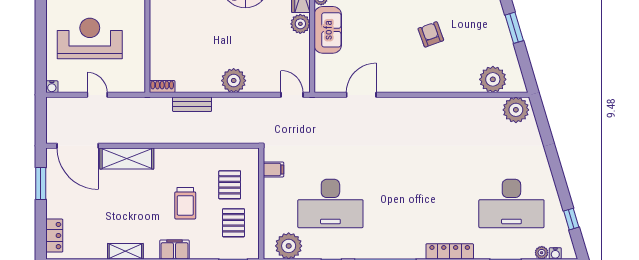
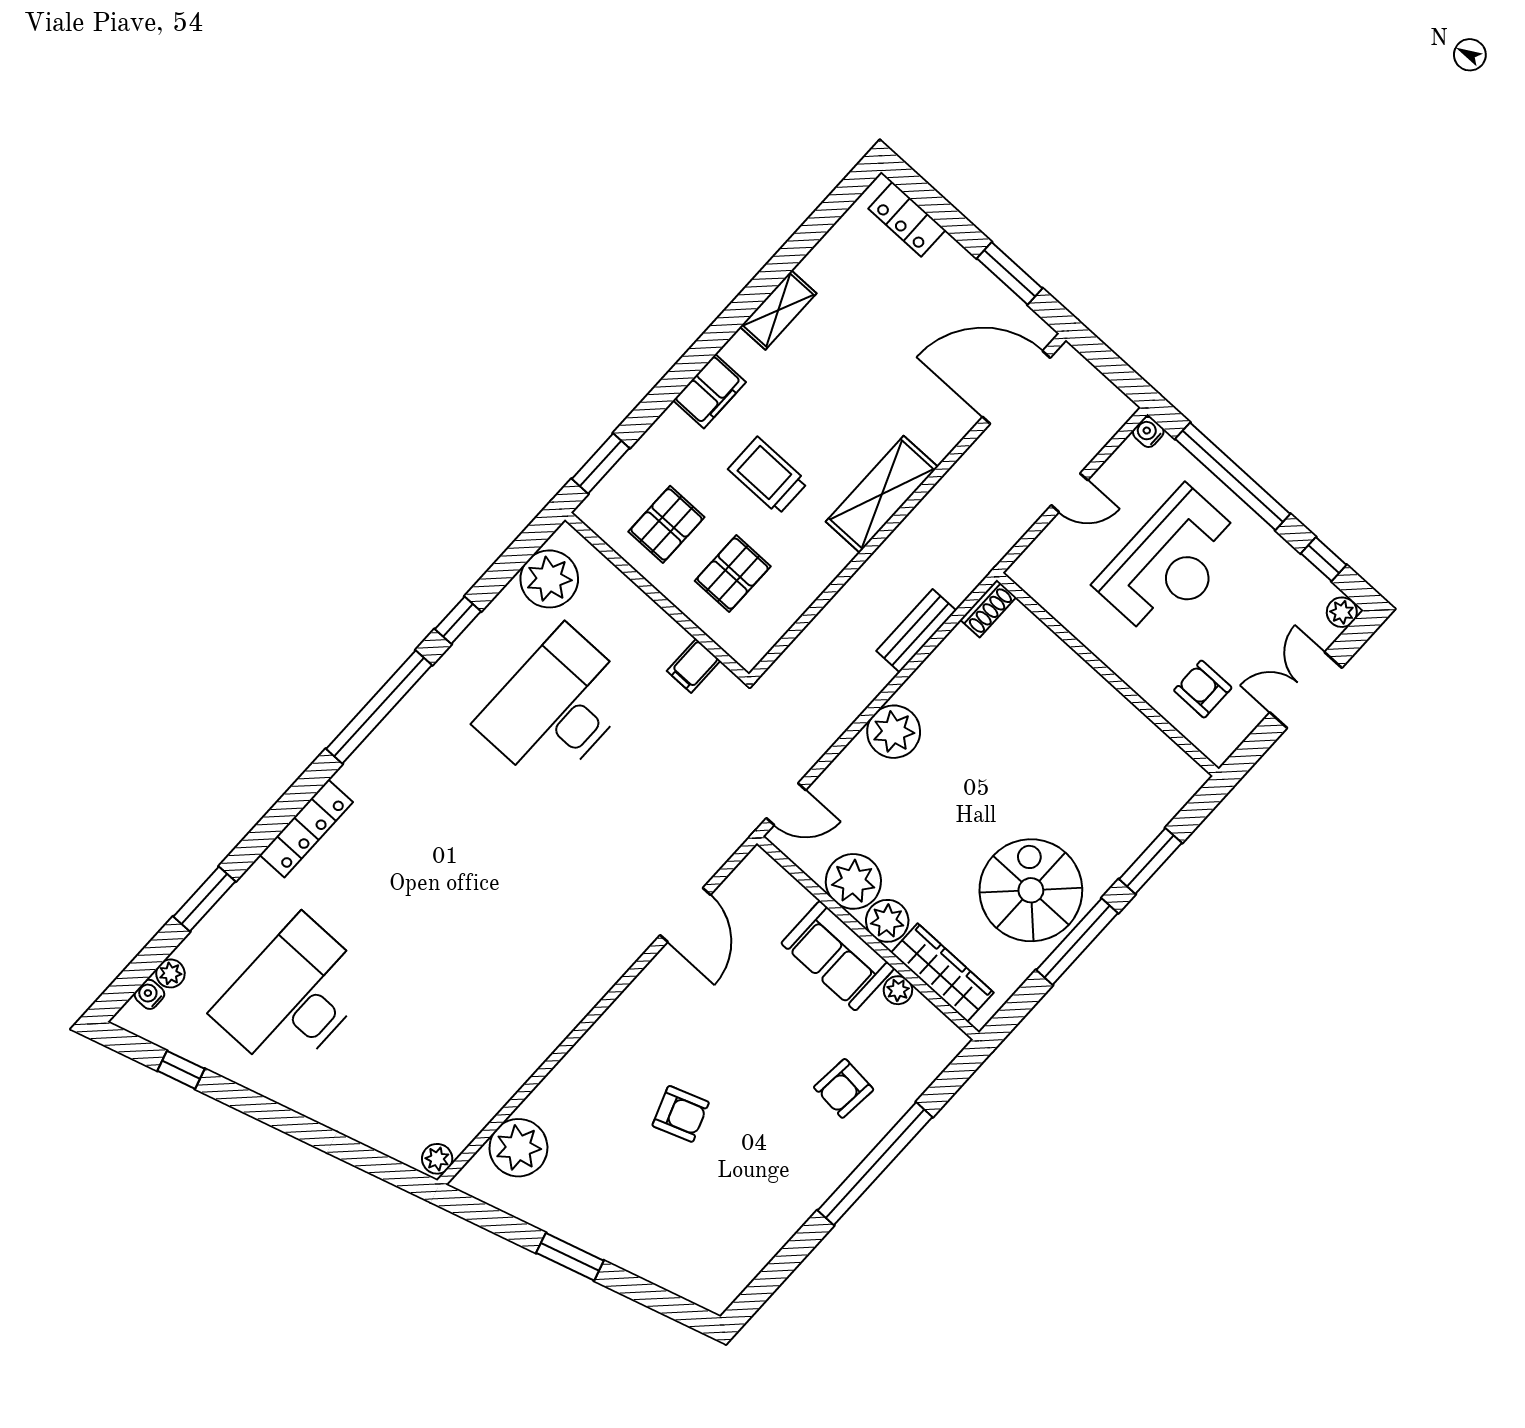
window: (41, 44) -> (1233, 476), added
plant: (297, 48) -> (853, 881), added
plant: (516, 110) -> (437, 1159), width x0.53, depth x0.53
shelving: (127, 158) -> (882, 494), moved
pallet: (230, 185) -> (733, 574), turned 90
pallet: (234, 223) -> (666, 524), turned 90

